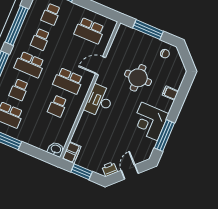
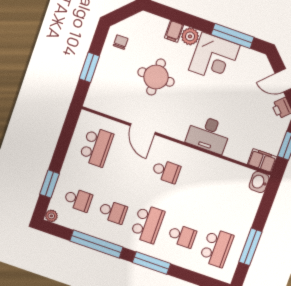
window: (148, 30) -> (89, 67), width x0.69
school desk: (68, 81) -> (166, 171), width x0.54
desk: (99, 101) -> (208, 134), moved
plant: (166, 104) -> (190, 36), added
school desk: (57, 106) -> (201, 183), removed

